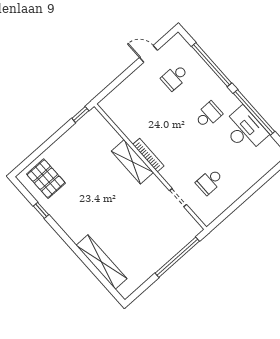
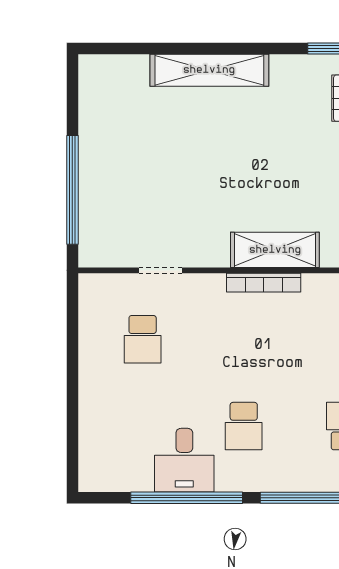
desk: (245, 130) -> (184, 460), width x0.73
school desk: (210, 181) -> (143, 339), turned 180
shelving: (102, 262) -> (209, 70), moved

